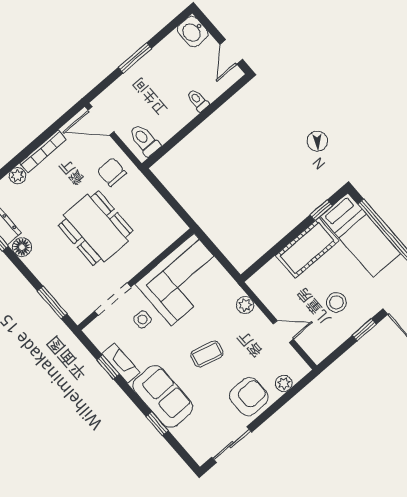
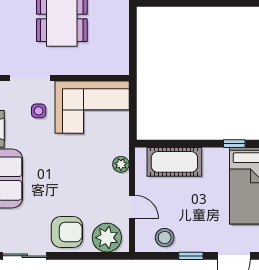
cot: (307, 248) -> (174, 162), moved
stool: (336, 302) -> (165, 238), moved
coffee table: (207, 354) -> (63, 176), removed
plant: (284, 383) -> (107, 238), width x1.88, depth x1.88

